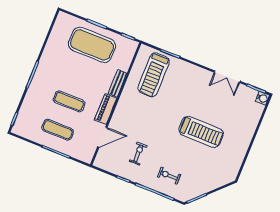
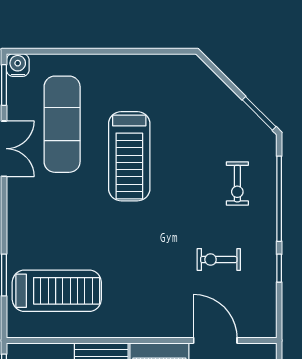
exercise mat: (228, 107) -> (62, 124), added
treadmill: (201, 132) -> (129, 156), turned 180

